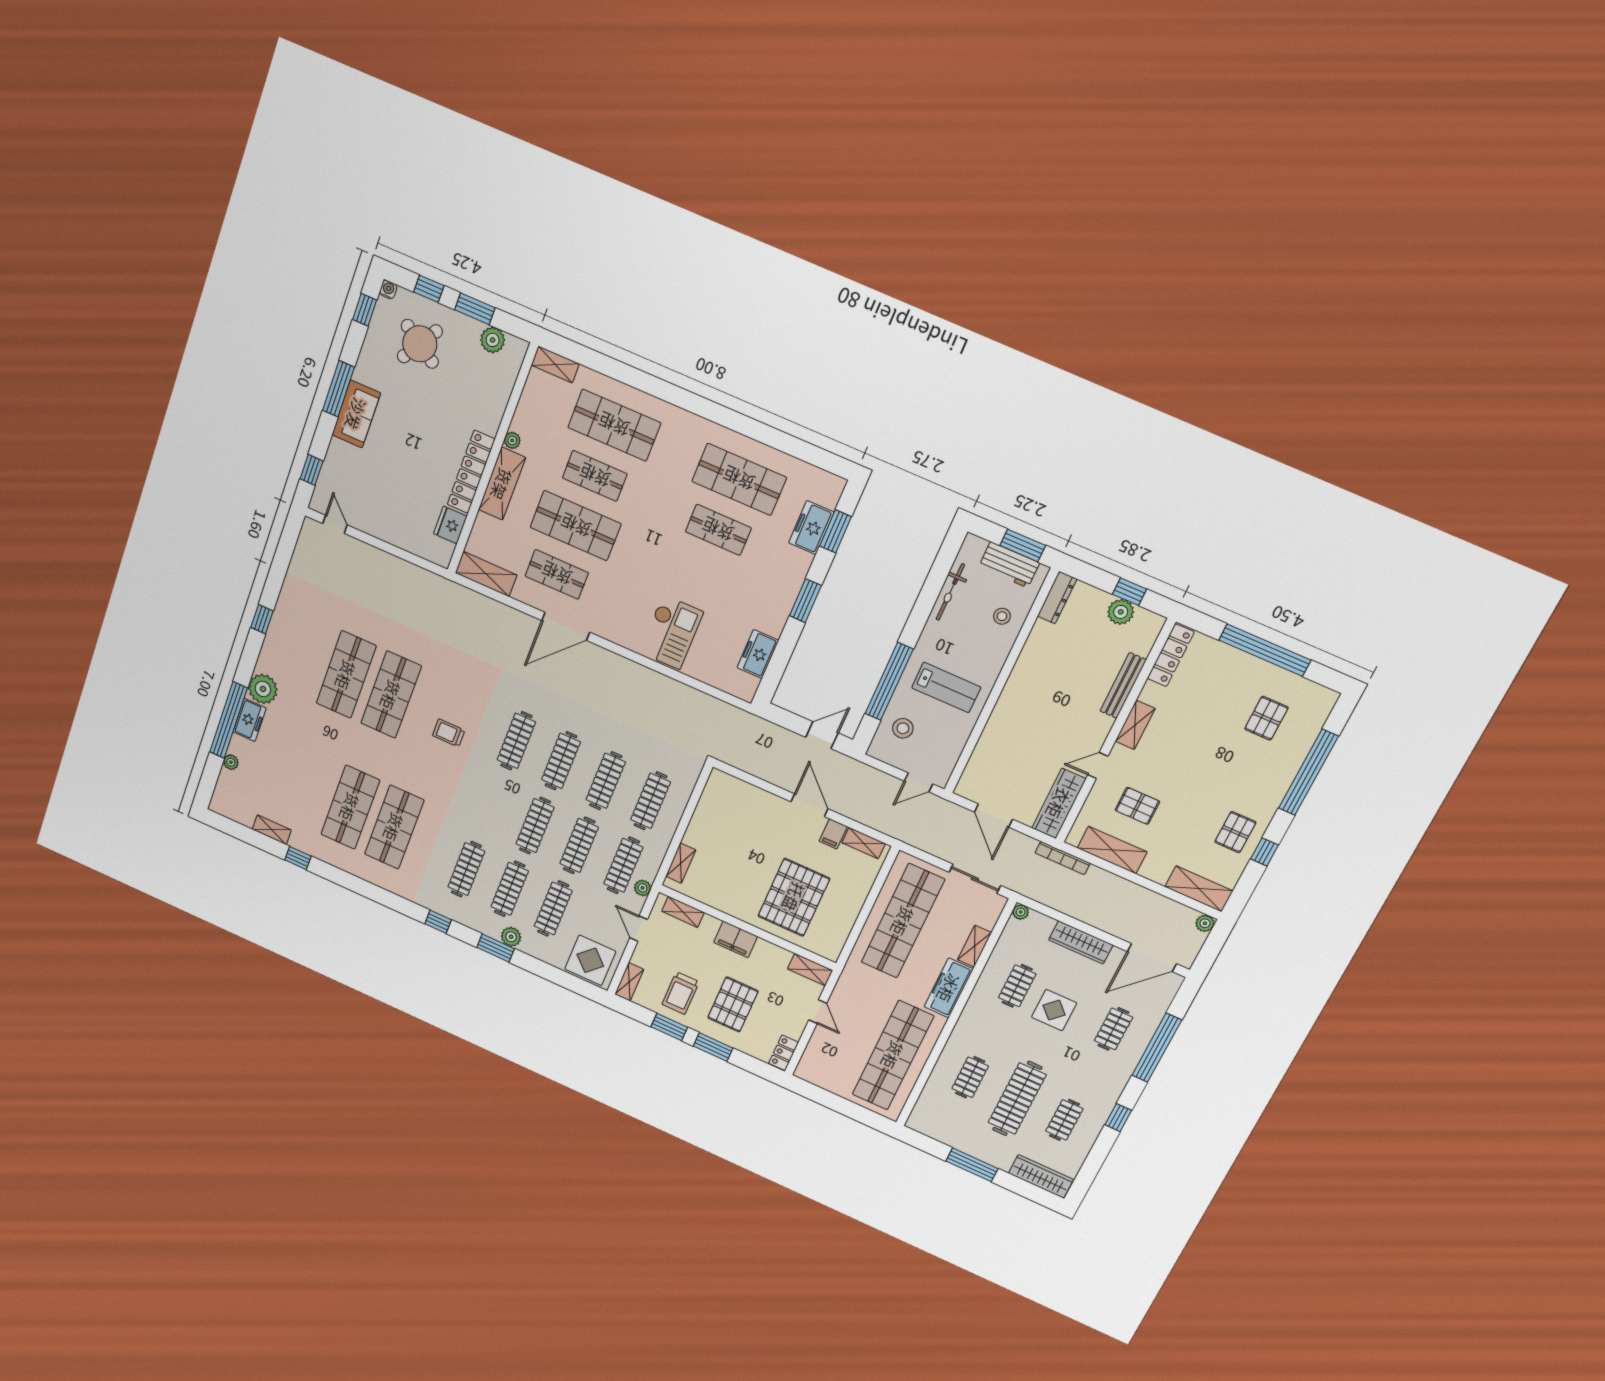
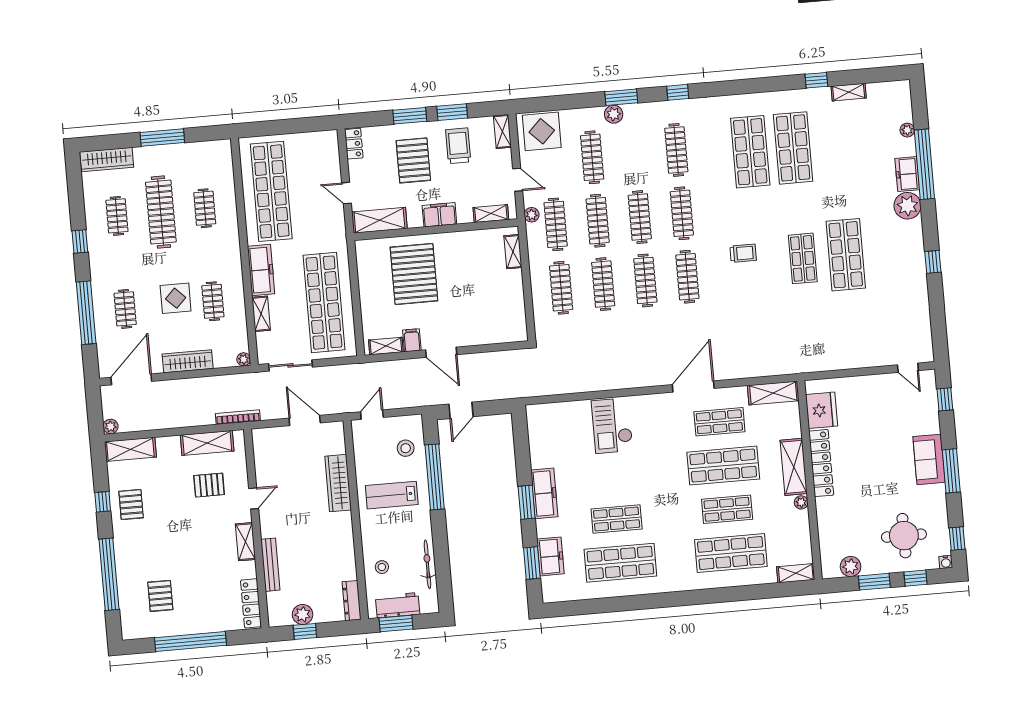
round table: (420, 344) -> (904, 536), turned -33
fridge: (450, 525) -> (822, 410), width x1.36, depth x1.34
freezer: (758, 654) -> (544, 493), moved, width x1.40
shop shelf: (391, 695) -> (803, 258), width x0.70, depth x0.74
wardrobe: (1059, 803) -> (338, 483), moved, turned 180
clothes rail: (510, 889) -> (682, 213), moved
shelving: (810, 970) -> (379, 220), width x1.50, depth x1.33

